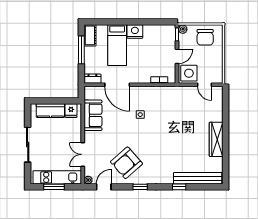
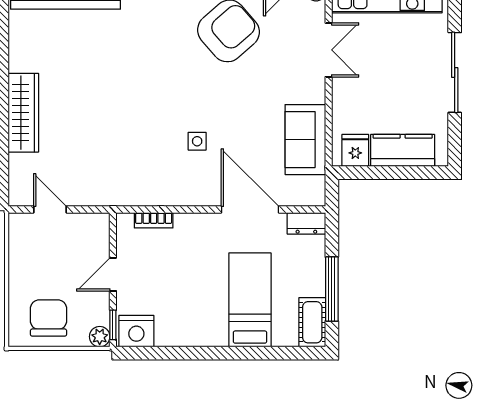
nightstand: (135, 32) -> (136, 331), moved
side table: (189, 73) -> (86, 236), removed
wardrobe: (216, 139) -> (23, 113), moved

